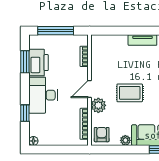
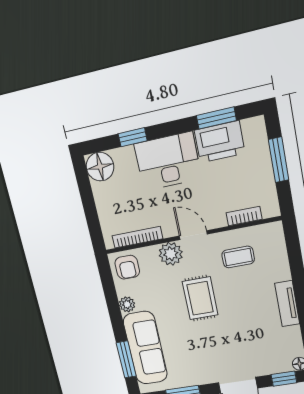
window: (56, 31) -> (279, 160), width x0.69
coffee table: (108, 64) -> (238, 257), added
armchair: (102, 135) -> (127, 267), turned 90
floor lamp: (33, 141) -> (100, 167), width x1.89, depth x1.89

